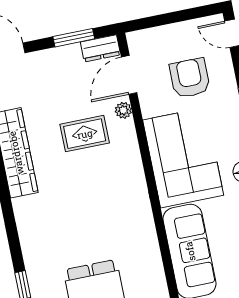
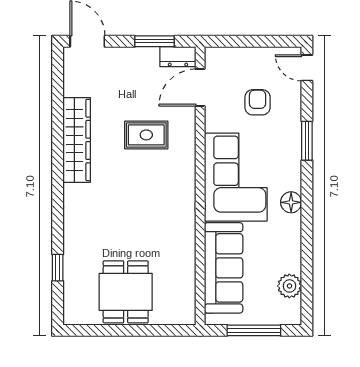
armchair: (190, 78) -> (258, 102), width x0.72, depth x0.72
plant: (123, 110) -> (188, 120), removed

